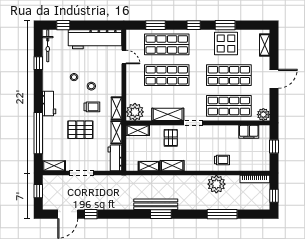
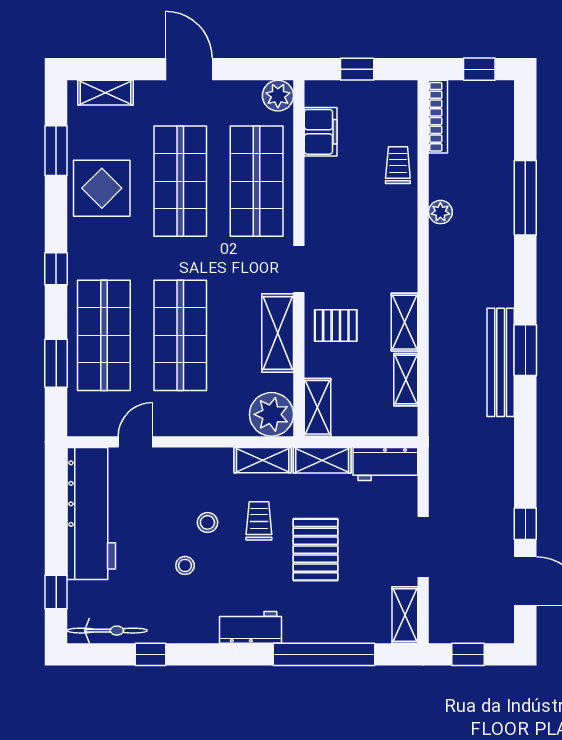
window: (225, 25) -> (56, 151), moved
trolley: (222, 160) -> (398, 165), moved
plant: (216, 184) -> (440, 212), width x0.53, depth x0.53

